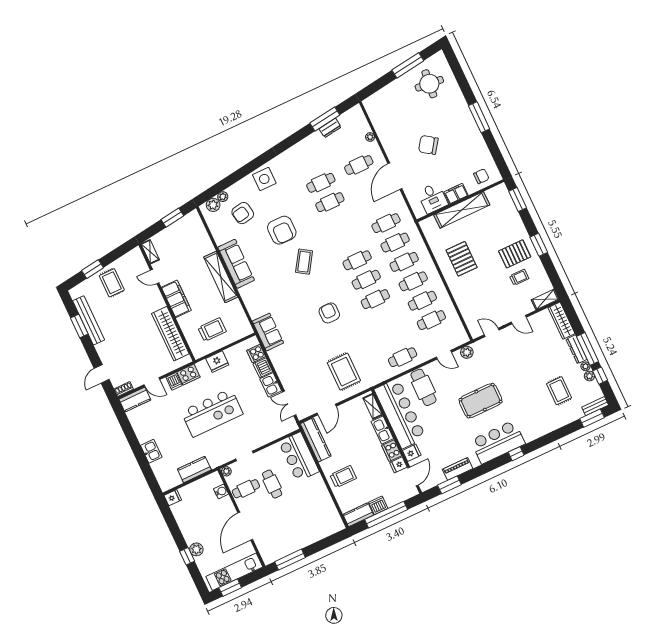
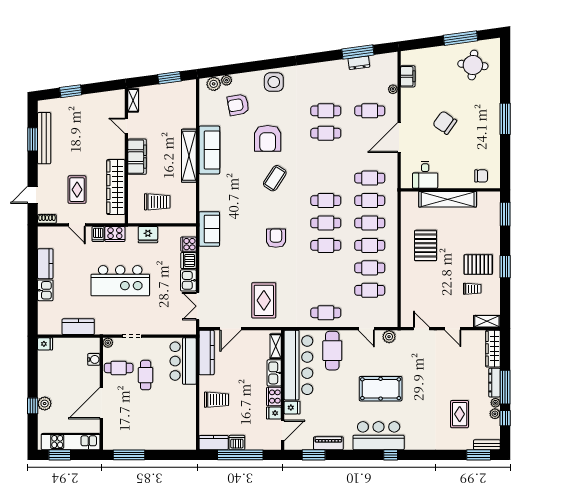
filing cabinet: (456, 194) -> (408, 76), moved, turned 90
rug: (112, 283) -> (77, 190), moved
kitchen counter: (135, 400) -> (45, 264), moved, turned -90

